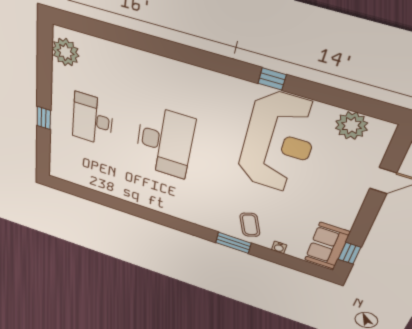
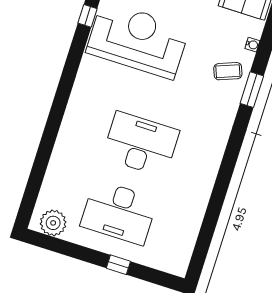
window: (272, 79) -> (87, 16), moved
desk: (92, 120) -> (119, 212), width x1.36, depth x1.30

